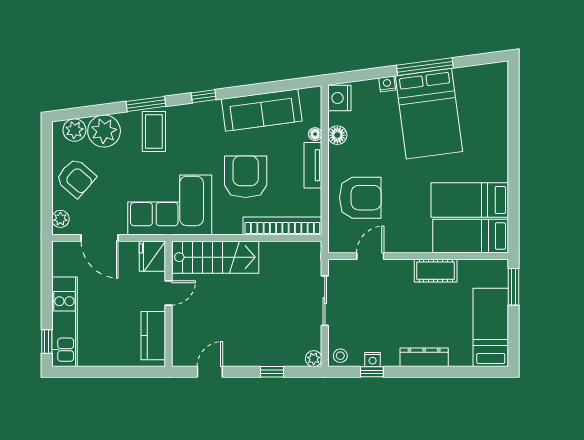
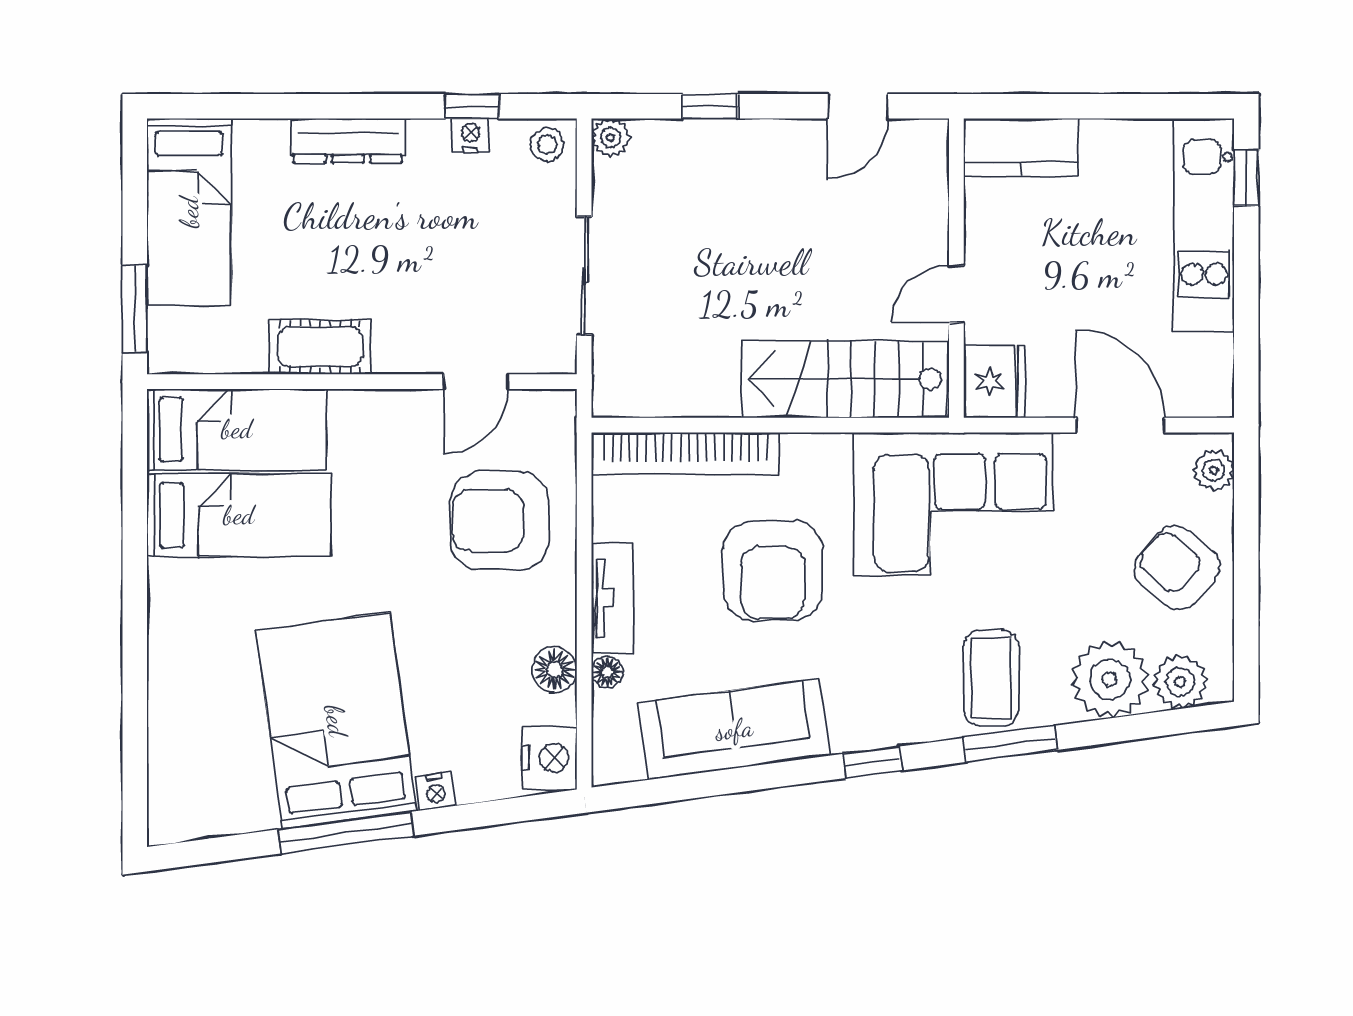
kitchen counter: (153, 336) -> (1021, 147), moved, turned 90

